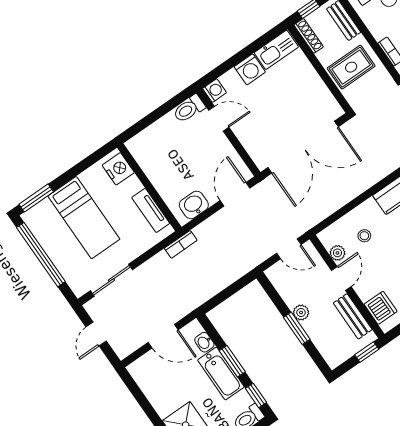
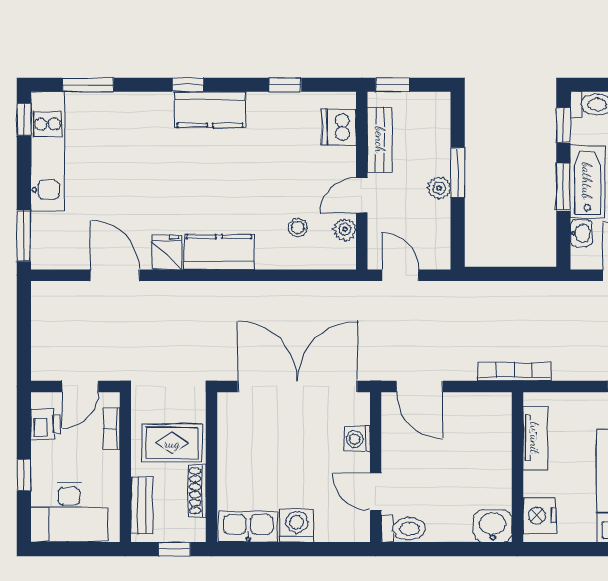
shoe rack: (309, 36) -> (197, 491), moved
washing machine: (214, 91) -> (357, 439), moved
door: (235, 194) -> (420, 386), hinge flipped
washbasin: (194, 205) -> (493, 526), moved, turned 180
bookcase: (181, 244) -> (514, 372), width x1.56

